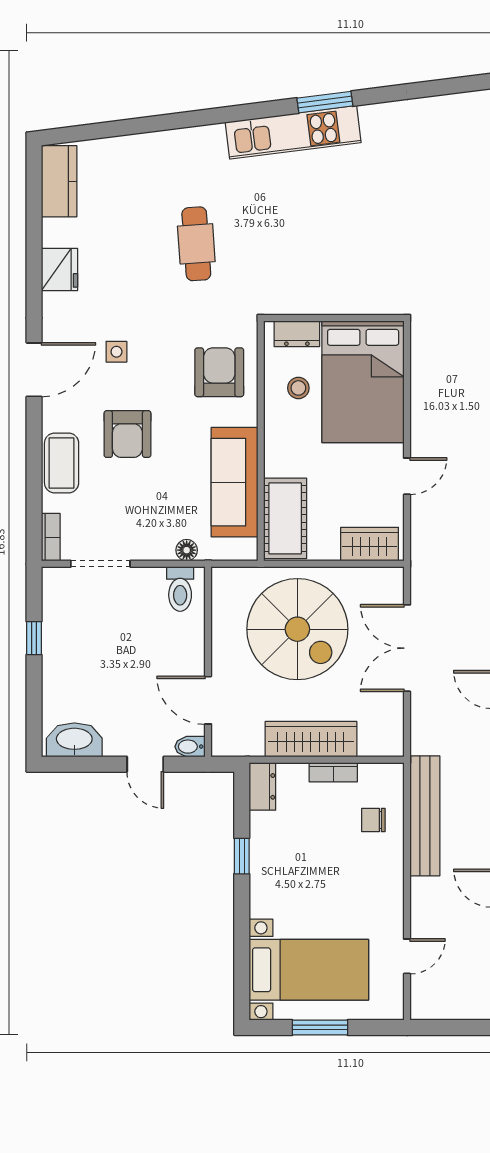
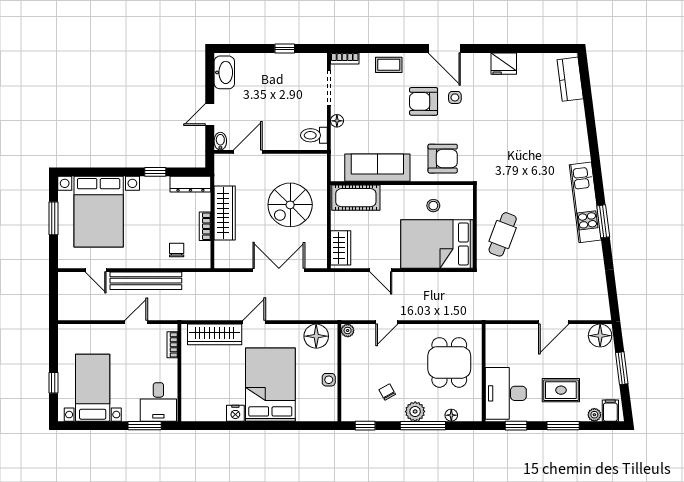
kitchen counter: (59, 181) -> (570, 79), moved, turned 83
cafe table: (196, 244) -> (503, 234), moved, turned -65
dresser: (297, 334) -> (466, 205), removed
armchair: (127, 434) -> (424, 101), moved
coffee table: (62, 463) -> (389, 65), width x0.73, depth x0.77
floor lamp: (187, 550) -> (337, 121), moved
spiral stairs: (297, 629) -> (290, 205), width x0.73, depth x0.73
dresser: (262, 786) -> (190, 184), width x1.44
bench: (425, 816) -> (146, 281), moved
bed with nightstands: (309, 970) -> (99, 212), width x1.36

